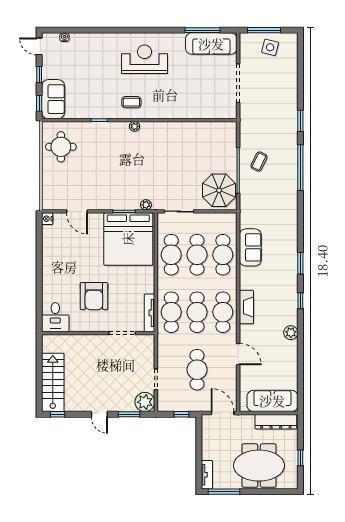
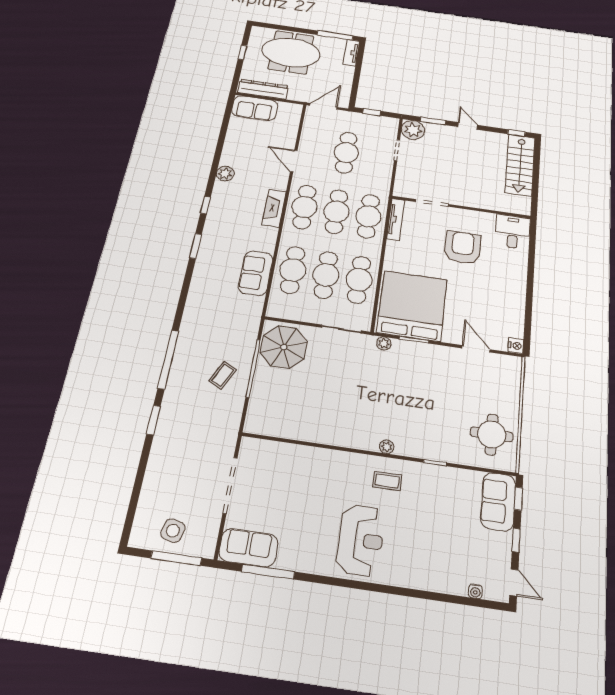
sofa: (211, 44) -> (248, 548), width x0.73
reception desk: (144, 59) -> (361, 540), turned -90
sofa: (272, 401) -> (255, 108), width x0.73
door: (223, 413) -> (323, 106), swing flipped

